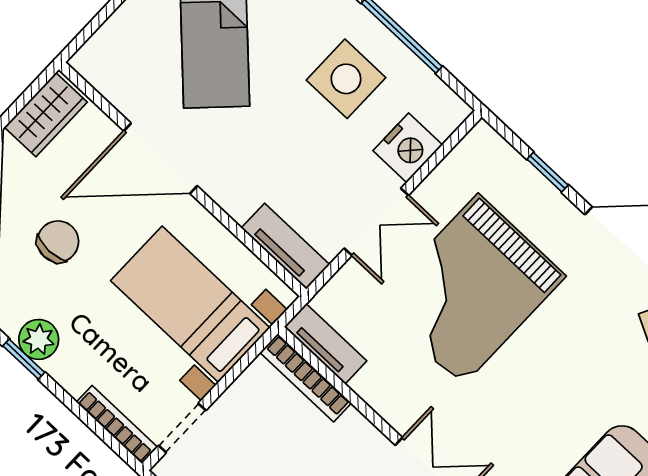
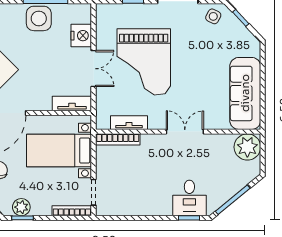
side table: (346, 79) -> (39, 18), moved
tv unit: (325, 344) -> (129, 123), moved

